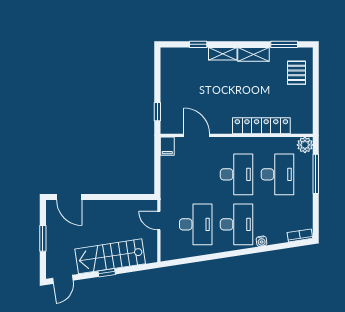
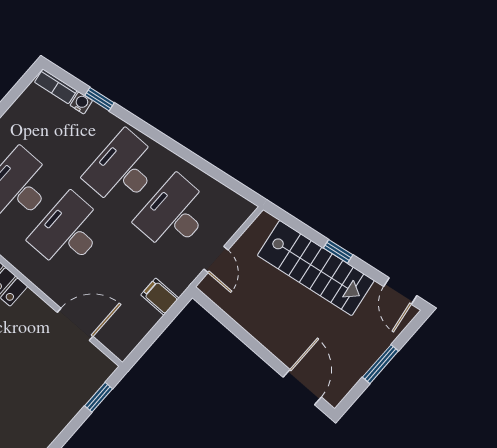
door: (197, 135) -> (75, 324), swing flipped
filing cabinet: (167, 146) -> (160, 296), moved, turned -90
water cooler: (261, 241) -> (81, 103), moved
window: (275, 247) -> (100, 99), added
door: (63, 279) -> (400, 291), swing flipped

